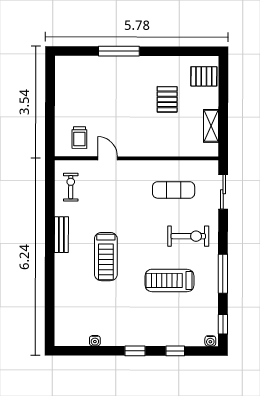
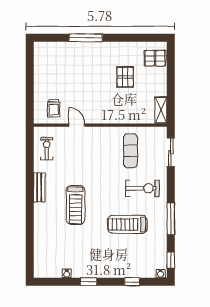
shelving: (211, 126) -> (161, 110), moved
exercise mat: (174, 190) -> (130, 151), turned 90
window: (135, 351) -> (89, 282), moved

